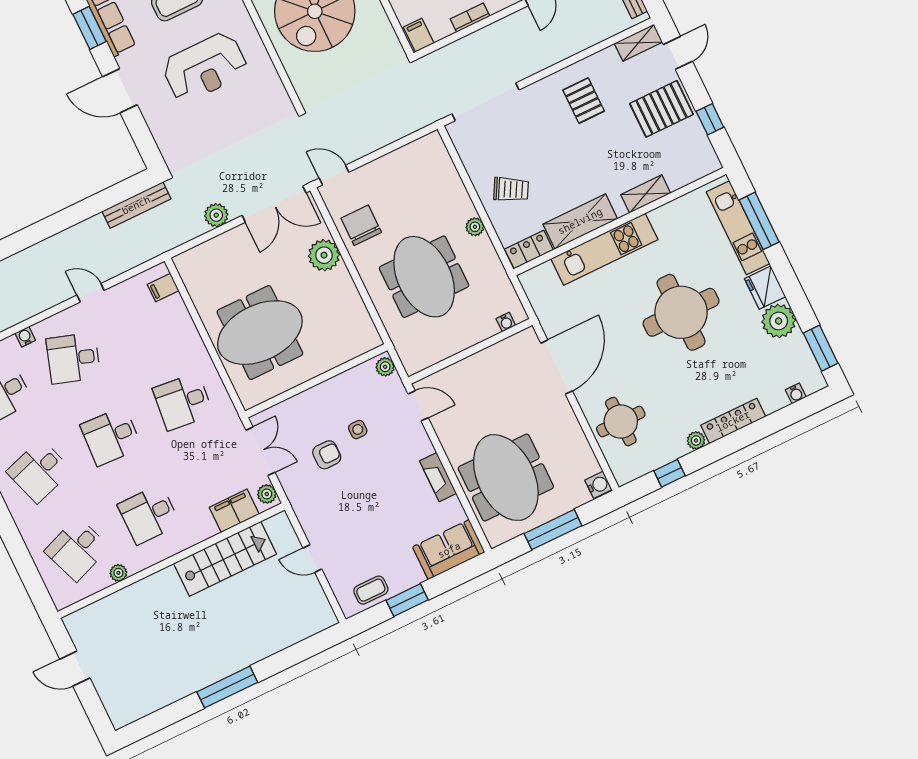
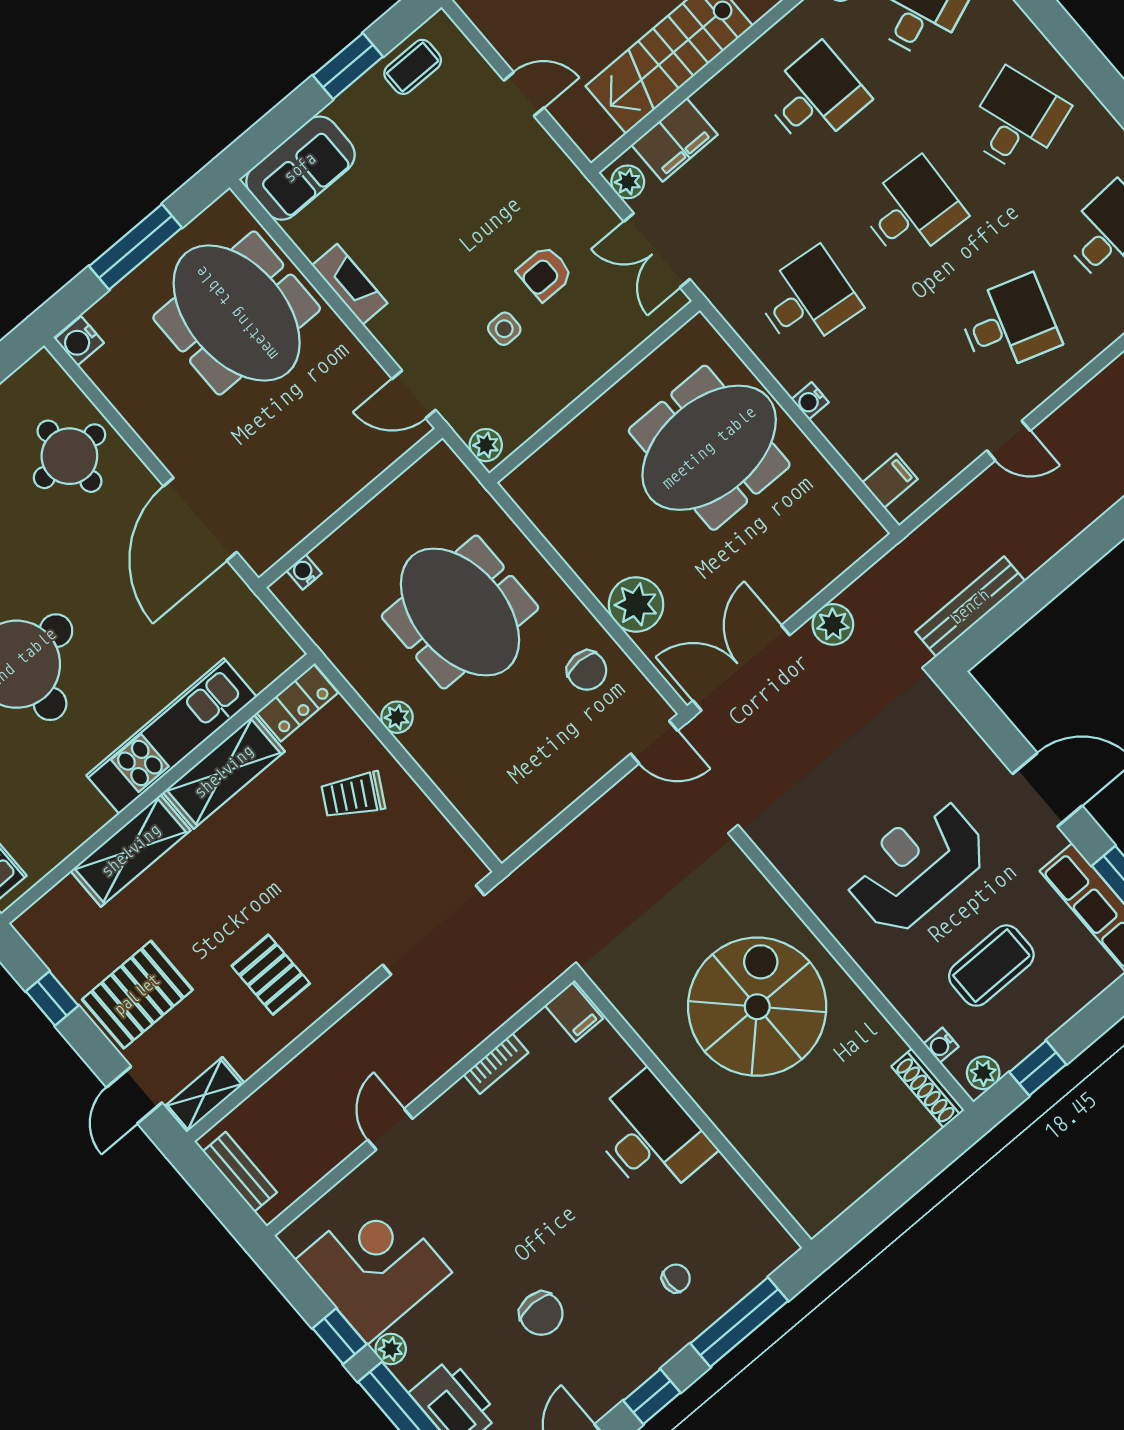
shelving: (646, 194) -> (131, 851), width x1.50, depth x1.33
chair: (361, 225) -> (587, 670), width x0.73, depth x0.73
water cooler: (25, 337) -> (810, 401), moved, turned 90

